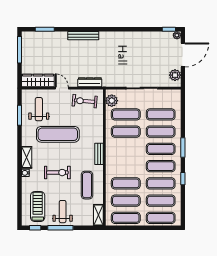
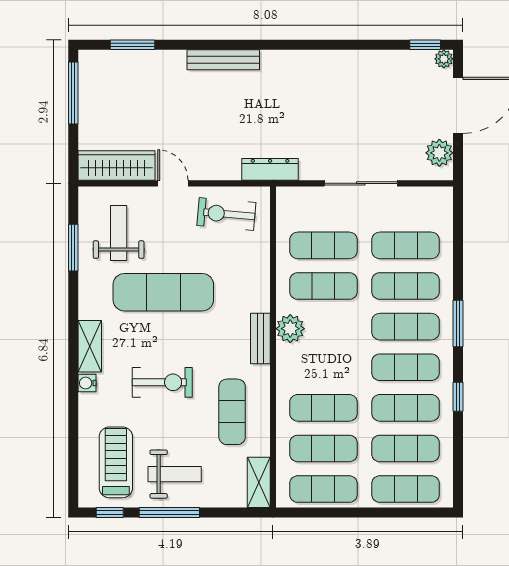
dresser: (90, 82) -> (270, 169), moved
plant: (112, 101) -> (290, 329), moved
weight bench: (63, 212) -> (175, 474), turned 90

